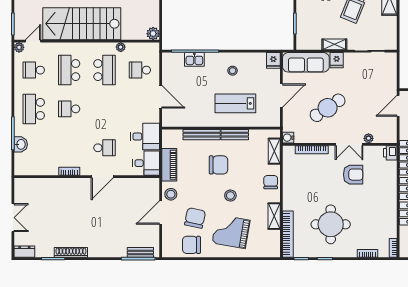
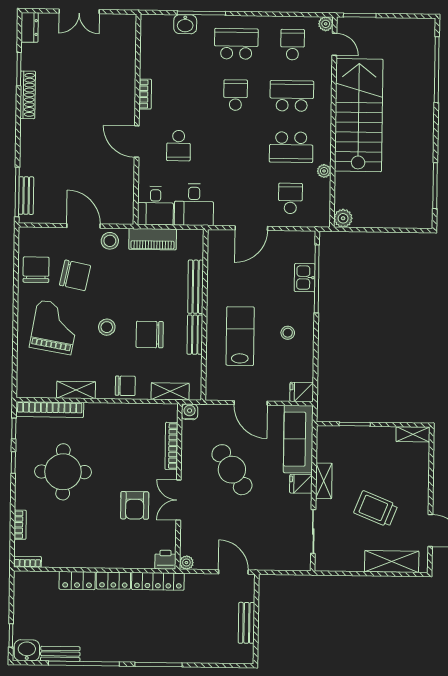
plant: (369, 138) -> (186, 563), moved
chair: (218, 165) -> (150, 335), moved, turned 90

